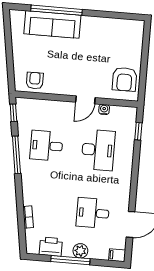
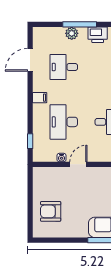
armchair: (124, 79) -> (51, 211), moved, turned -90
desk: (93, 213) -> (64, 67), turned 180
filing cabinet: (117, 255) -> (40, 98), moved

